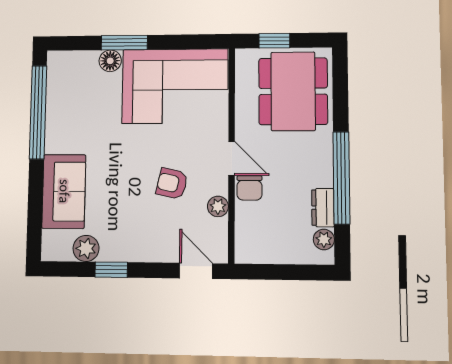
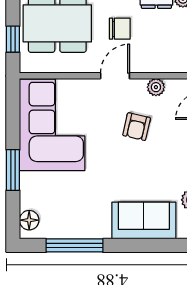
floor lamp: (110, 61) -> (29, 220), moved
window: (38, 112) -> (74, 245), width x0.68
chair: (249, 188) -> (120, 29), moved

